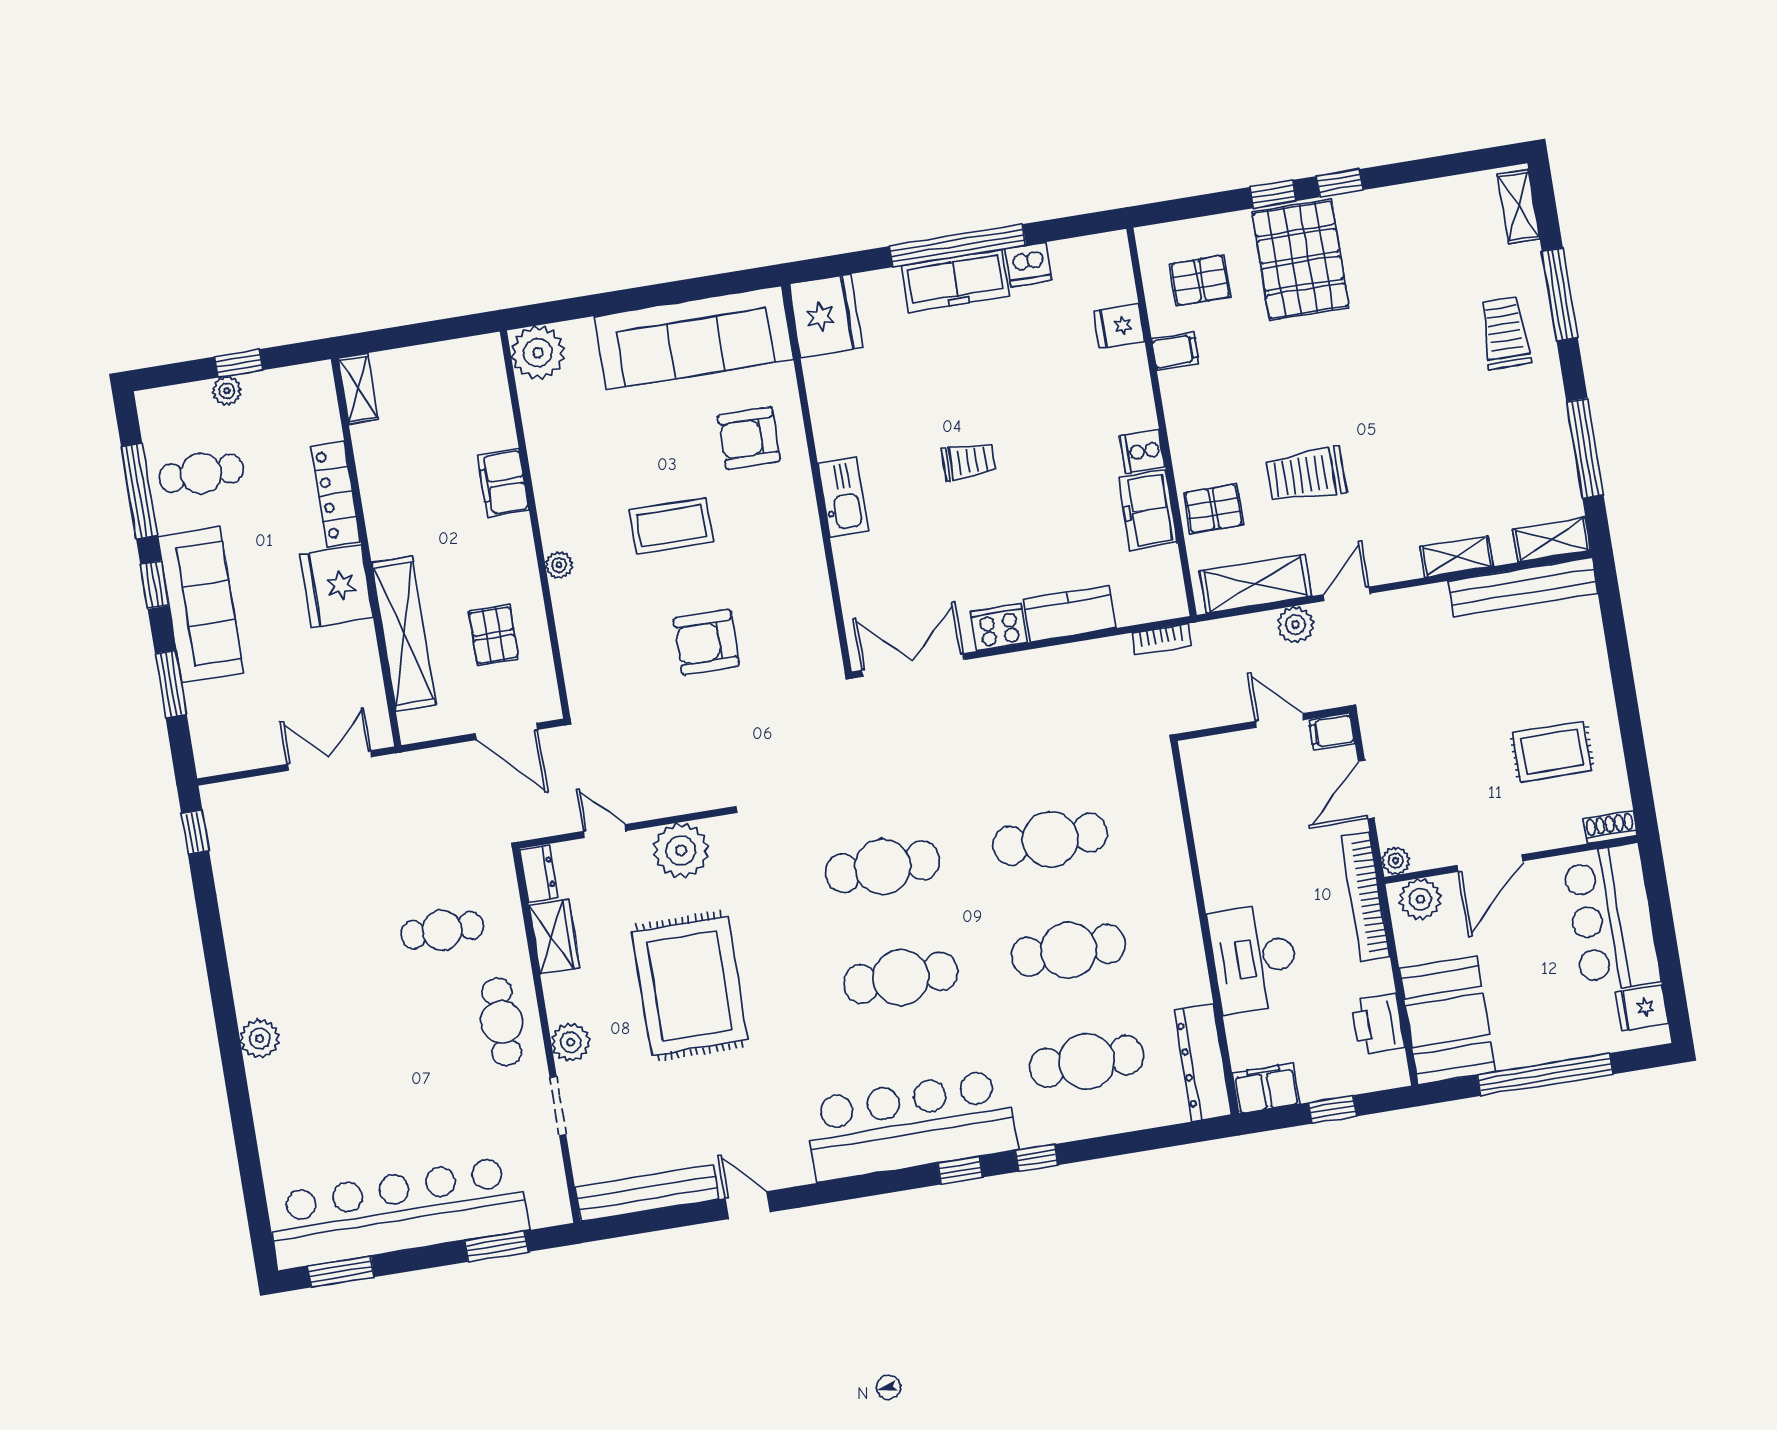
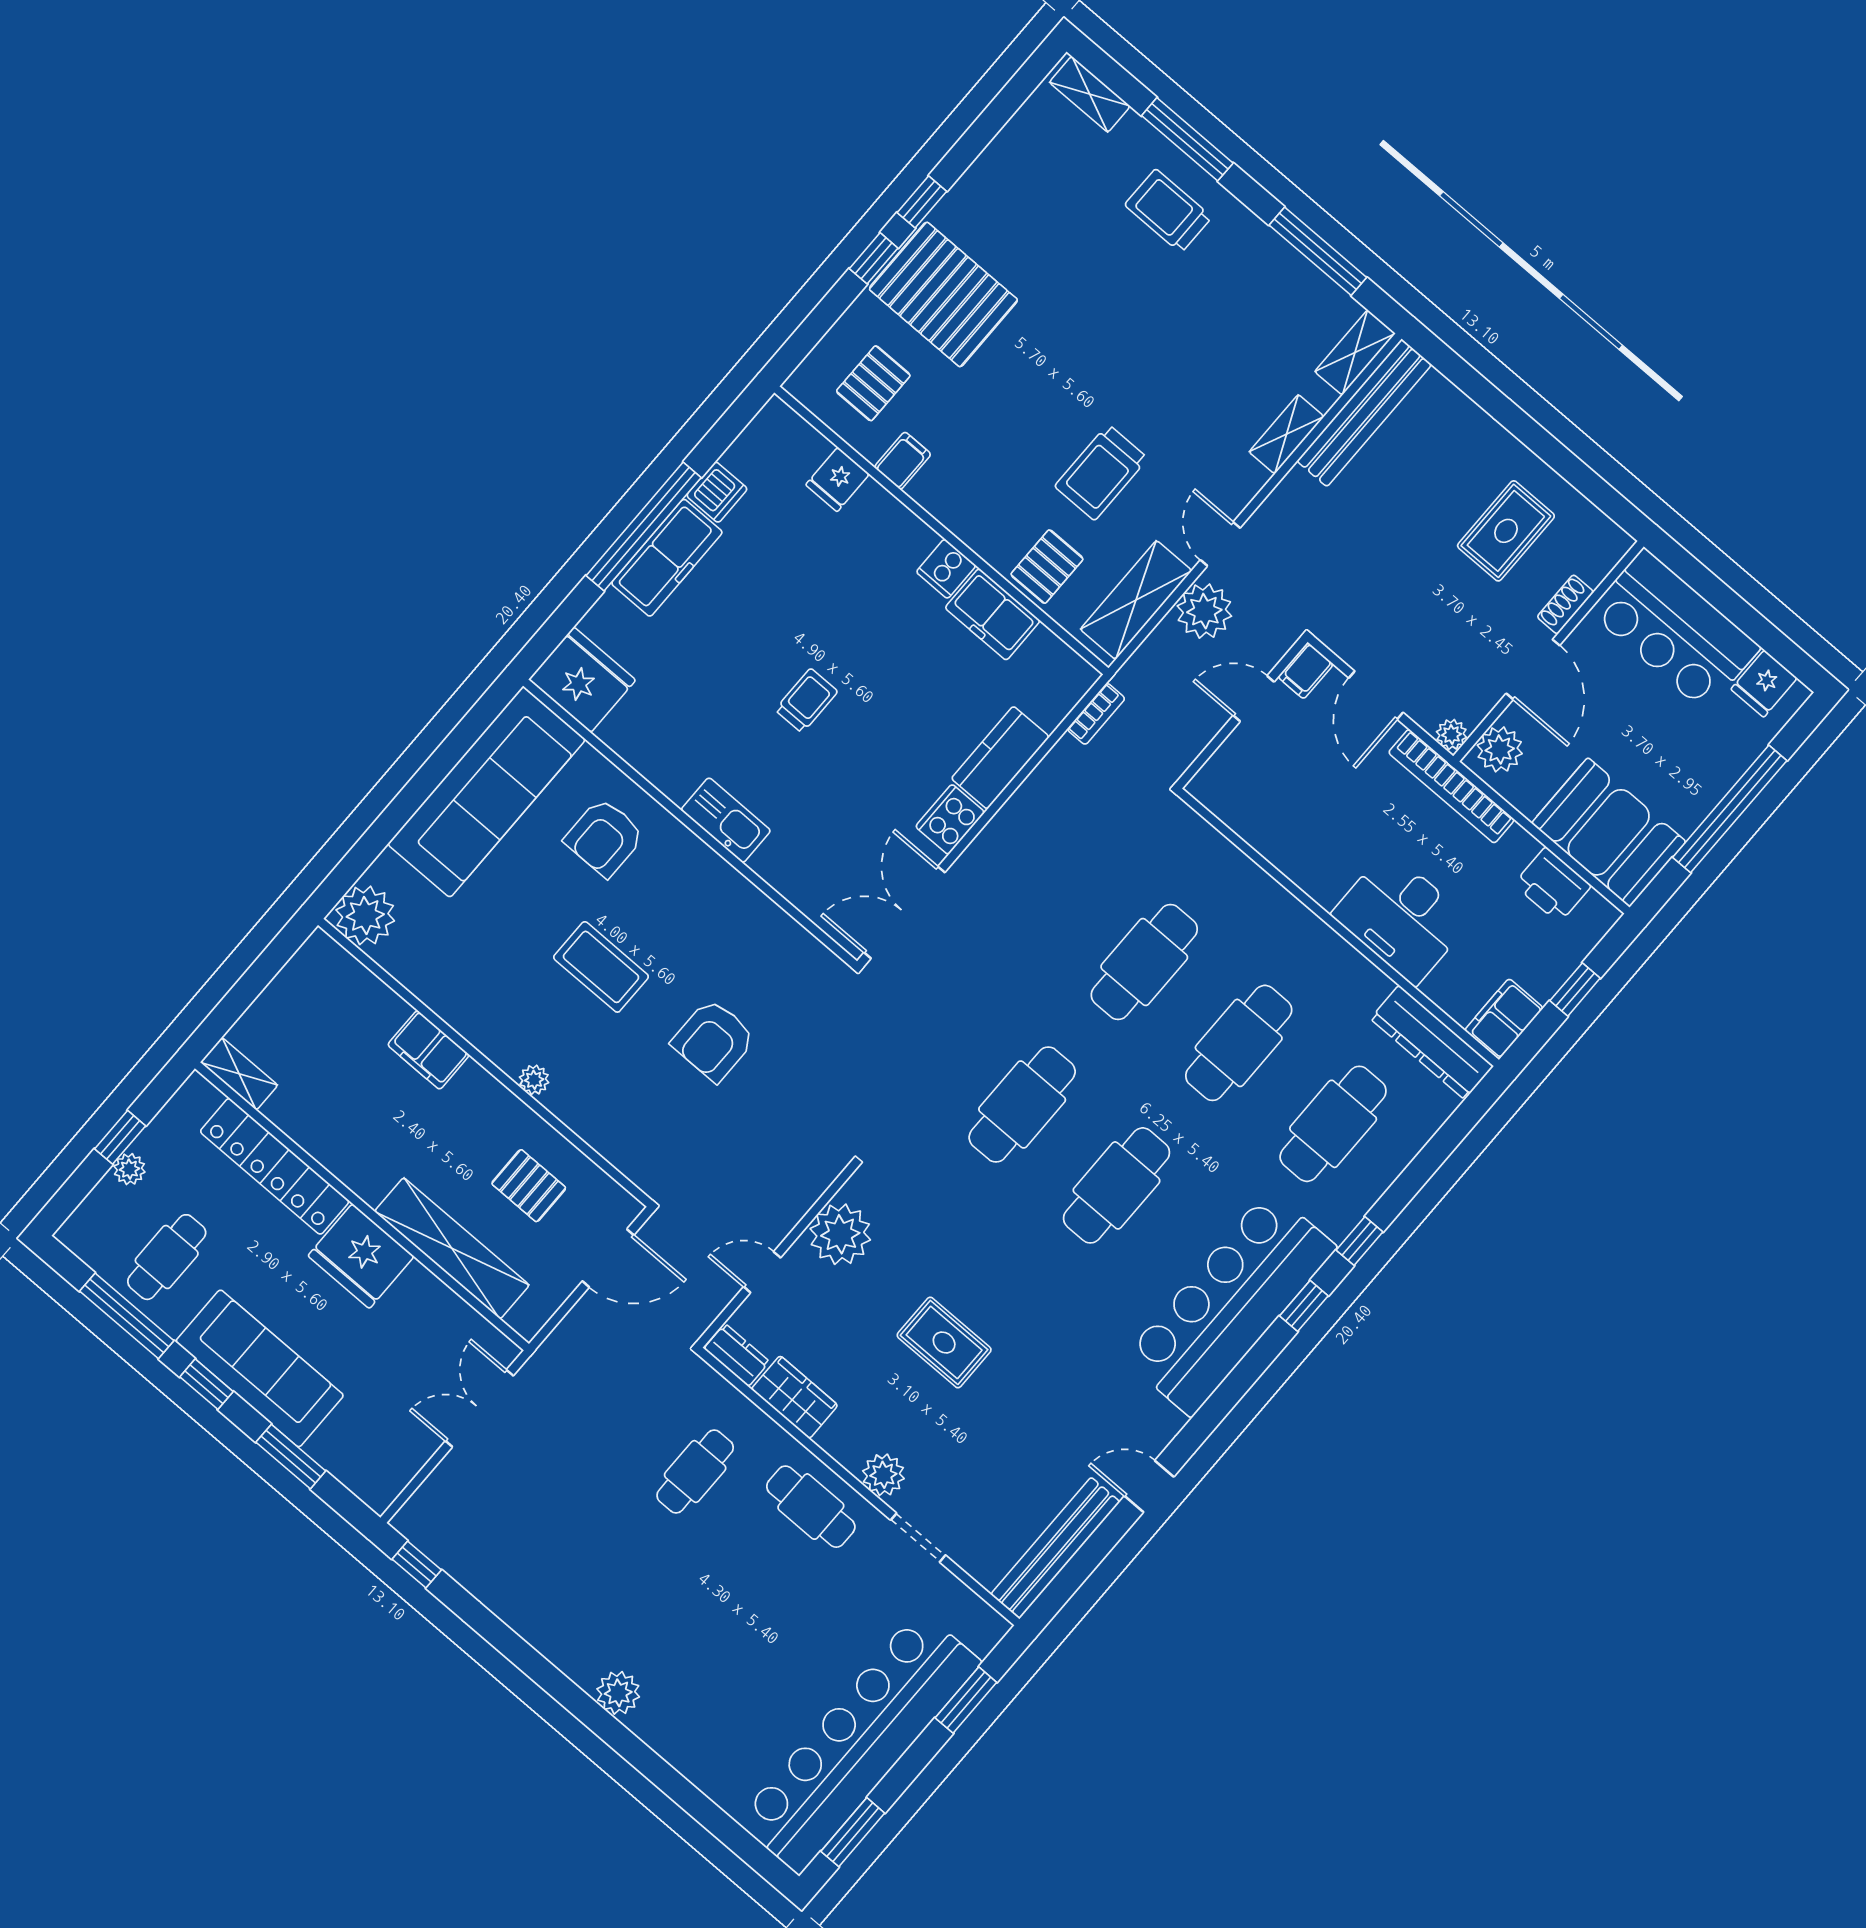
locker: (336, 494) -> (275, 1166), width x1.41, depth x1.21
coffee table: (671, 526) -> (601, 967), turned 90
plant: (1295, 625) -> (1204, 611), width x1.36, depth x1.36
shoe rack: (1610, 827) -> (1565, 604), moved
rug: (690, 986) -> (944, 1342), width x0.54, depth x0.49

